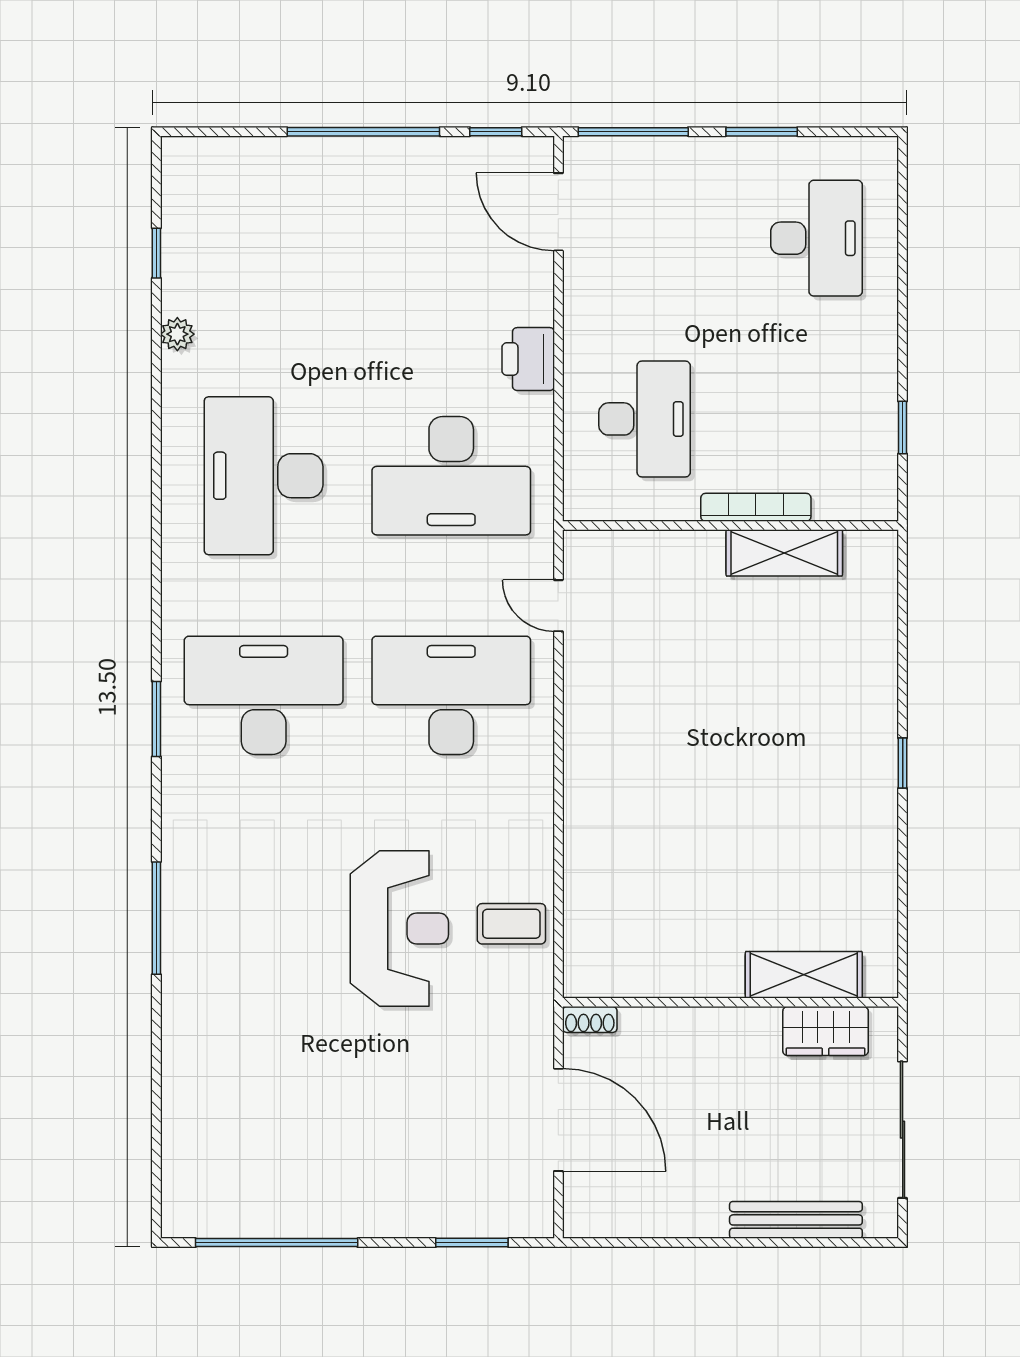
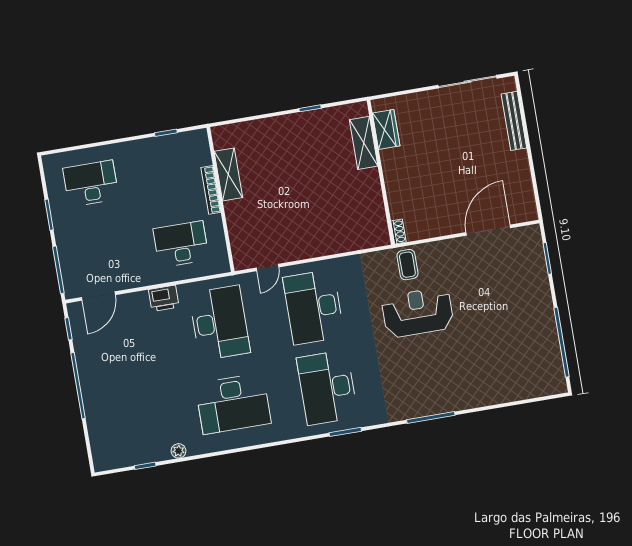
shelving: (804, 975) -> (364, 143), moved
wall: (730, 1002) -> (381, 172), moved
shoe rack: (590, 1020) -> (398, 232), moved
wardrobe: (826, 1031) -> (386, 129), moved

